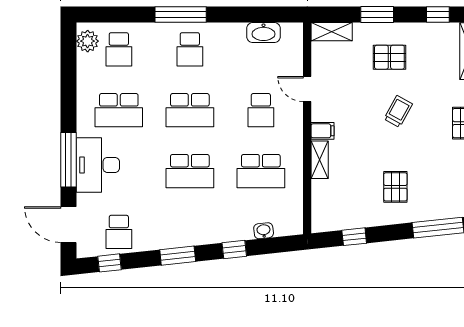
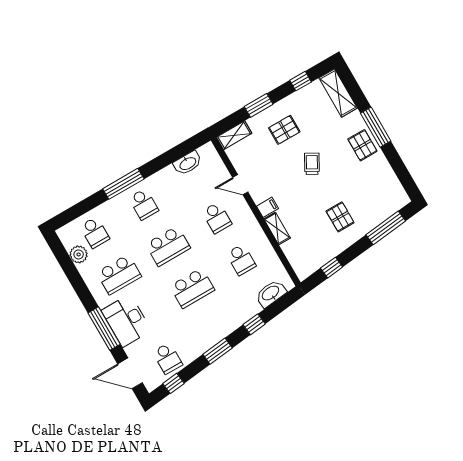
plant: (88, 41) -> (79, 254), moved
school desk: (261, 171) -> (241, 260), width x0.54
washbasin: (264, 231) -> (271, 293), width x1.91, depth x1.45

